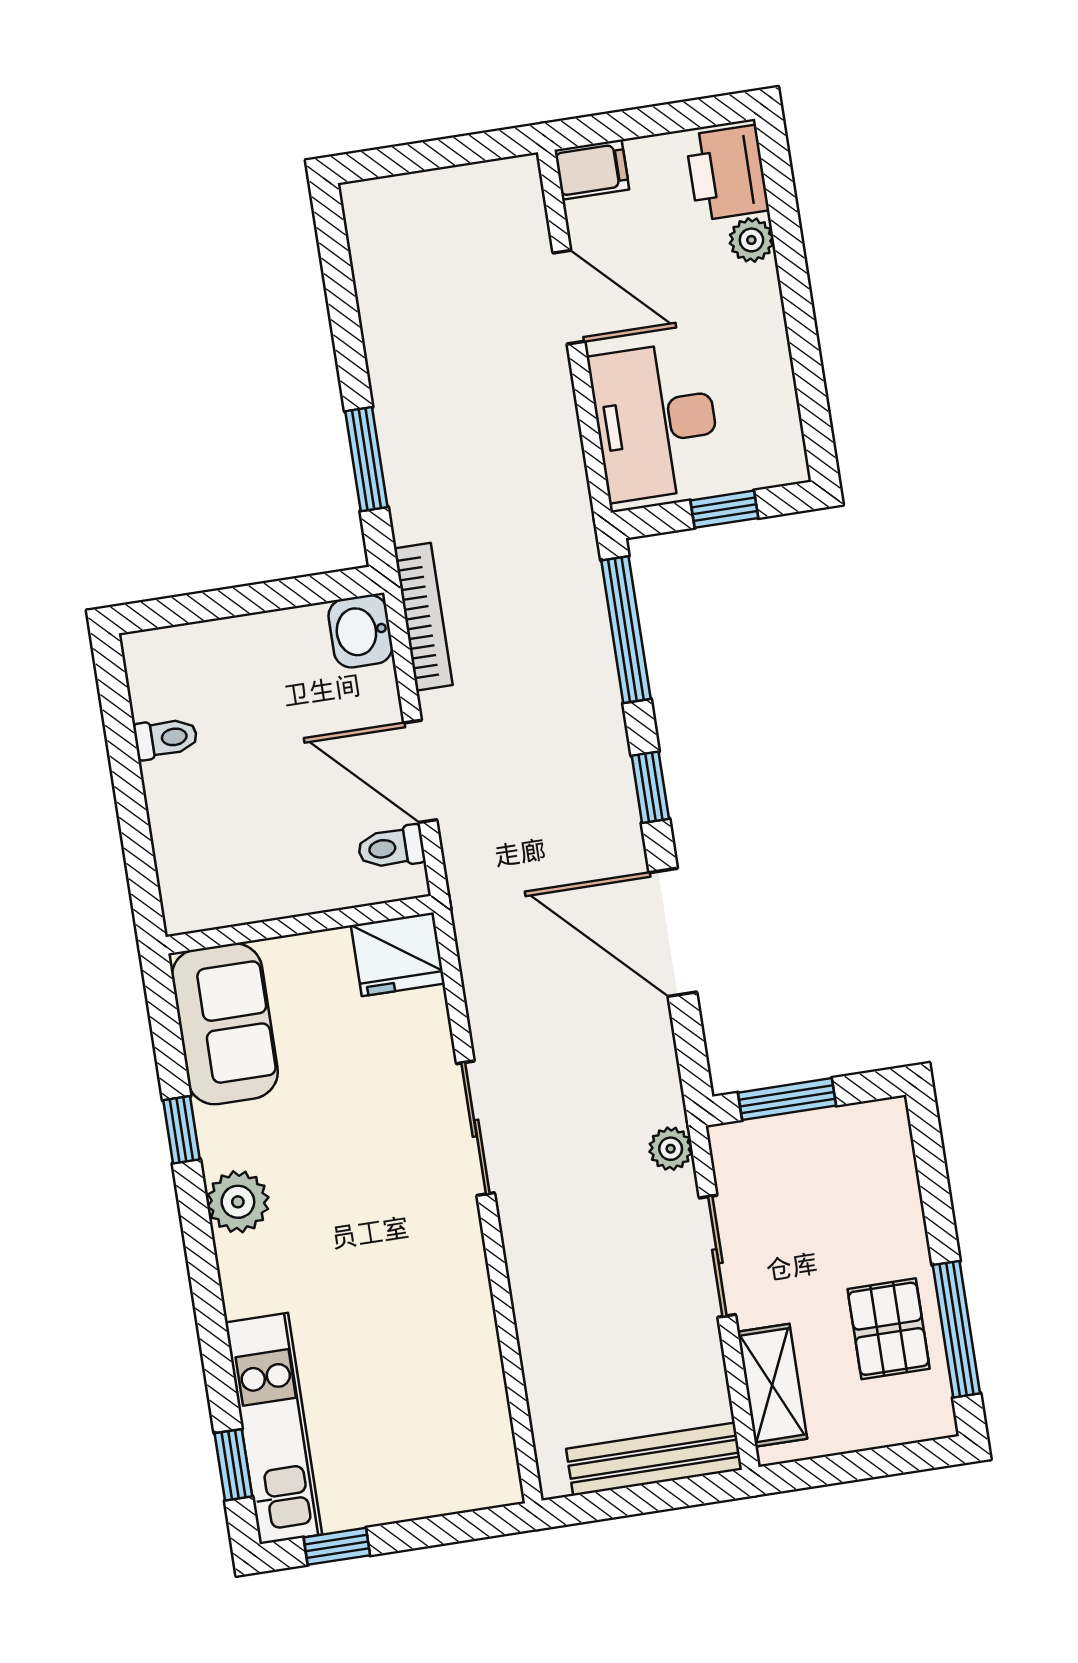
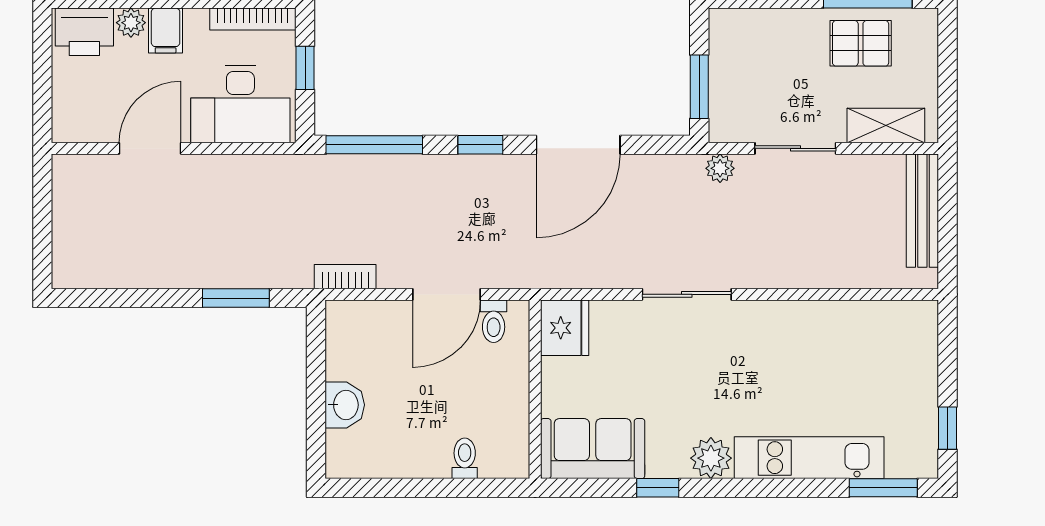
filing cabinet: (592, 170) -> (166, 31), moved, turned 180
bookcase: (785, 420) -> (253, 19), added
bookcase: (423, 617) -> (345, 277), width x0.64
washbasin: (360, 631) -> (345, 405), moved, turned -90
toilet: (166, 738) -> (465, 458), moved
kitchen unit: (274, 1429) -> (809, 458), moved
window: (233, 1465) -> (883, 488), width x1.50

